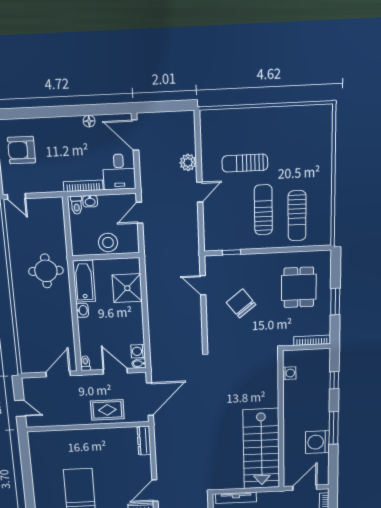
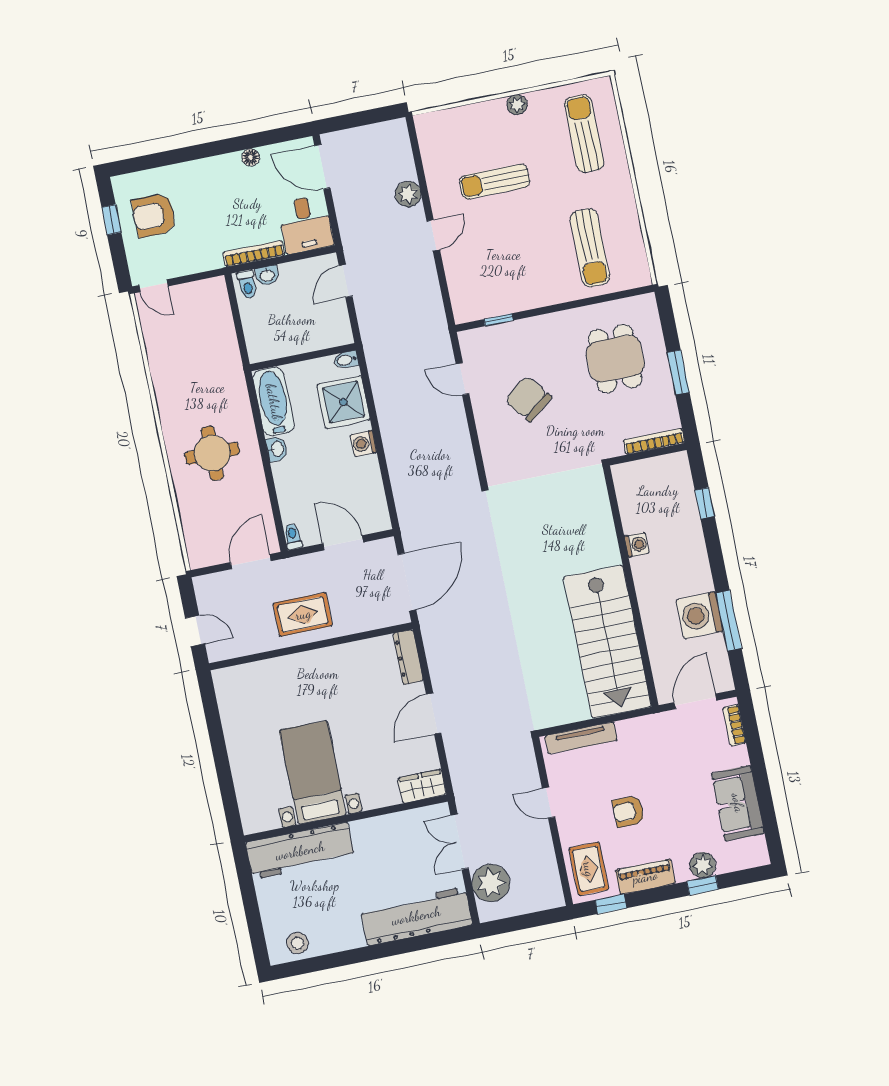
plant: (269, 114) -> (517, 105), added
sun lounger: (263, 210) -> (584, 134), moved
stool: (108, 243) -> (303, 334), removed
round table: (46, 271) -> (212, 453), moved
washing machine: (138, 351) -> (363, 443), moved
bidet: (139, 364) -> (346, 360), moved
washing machine: (289, 373) -> (637, 545), moved
rug: (107, 410) -> (303, 614), moved
window: (334, 428) -> (729, 621), moved
door: (155, 491) -> (434, 714), moved

